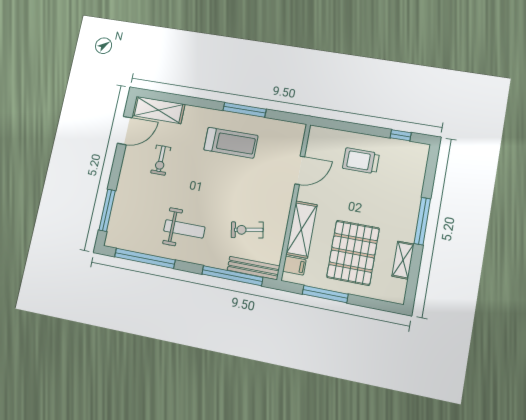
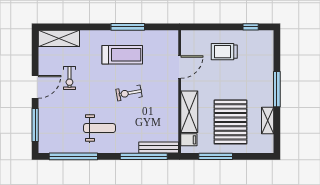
door: (125, 131) -> (35, 87), moved
exercise bike: (247, 230) -> (129, 93), moved

